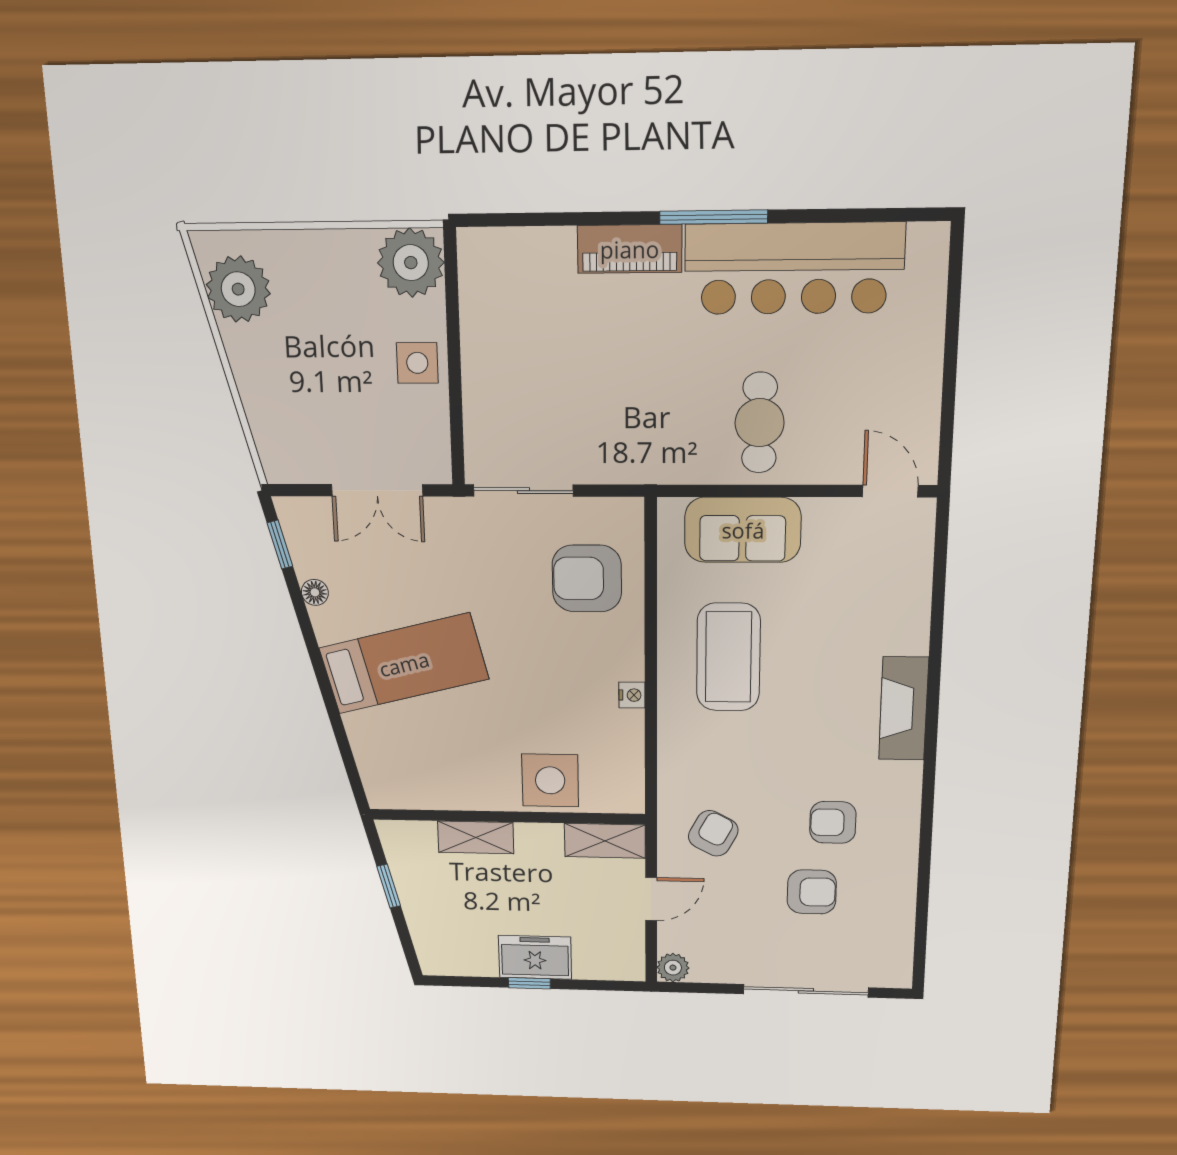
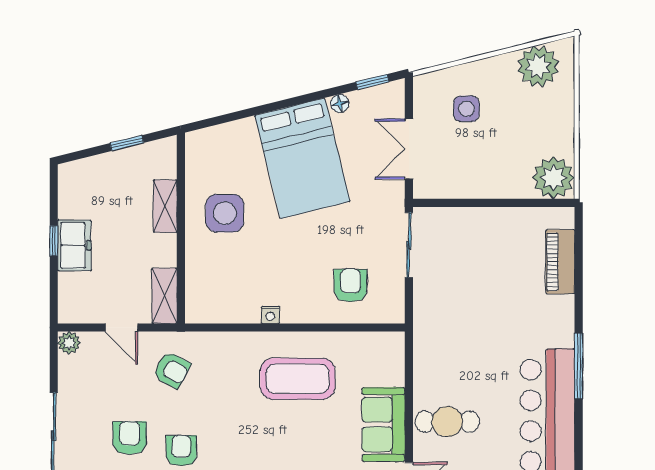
piano: (630, 249) -> (560, 262), moved
side table: (417, 363) -> (466, 109), moved
cafe table: (760, 423) -> (447, 422), moved
sofa: (743, 530) -> (383, 424), moved
armchair: (587, 579) -> (350, 286), width x0.72, depth x0.72
bed: (404, 664) -> (302, 158), width x1.50
side table: (550, 780) -> (225, 213), moved
armchair: (812, 892) -> (130, 438), turned 180

